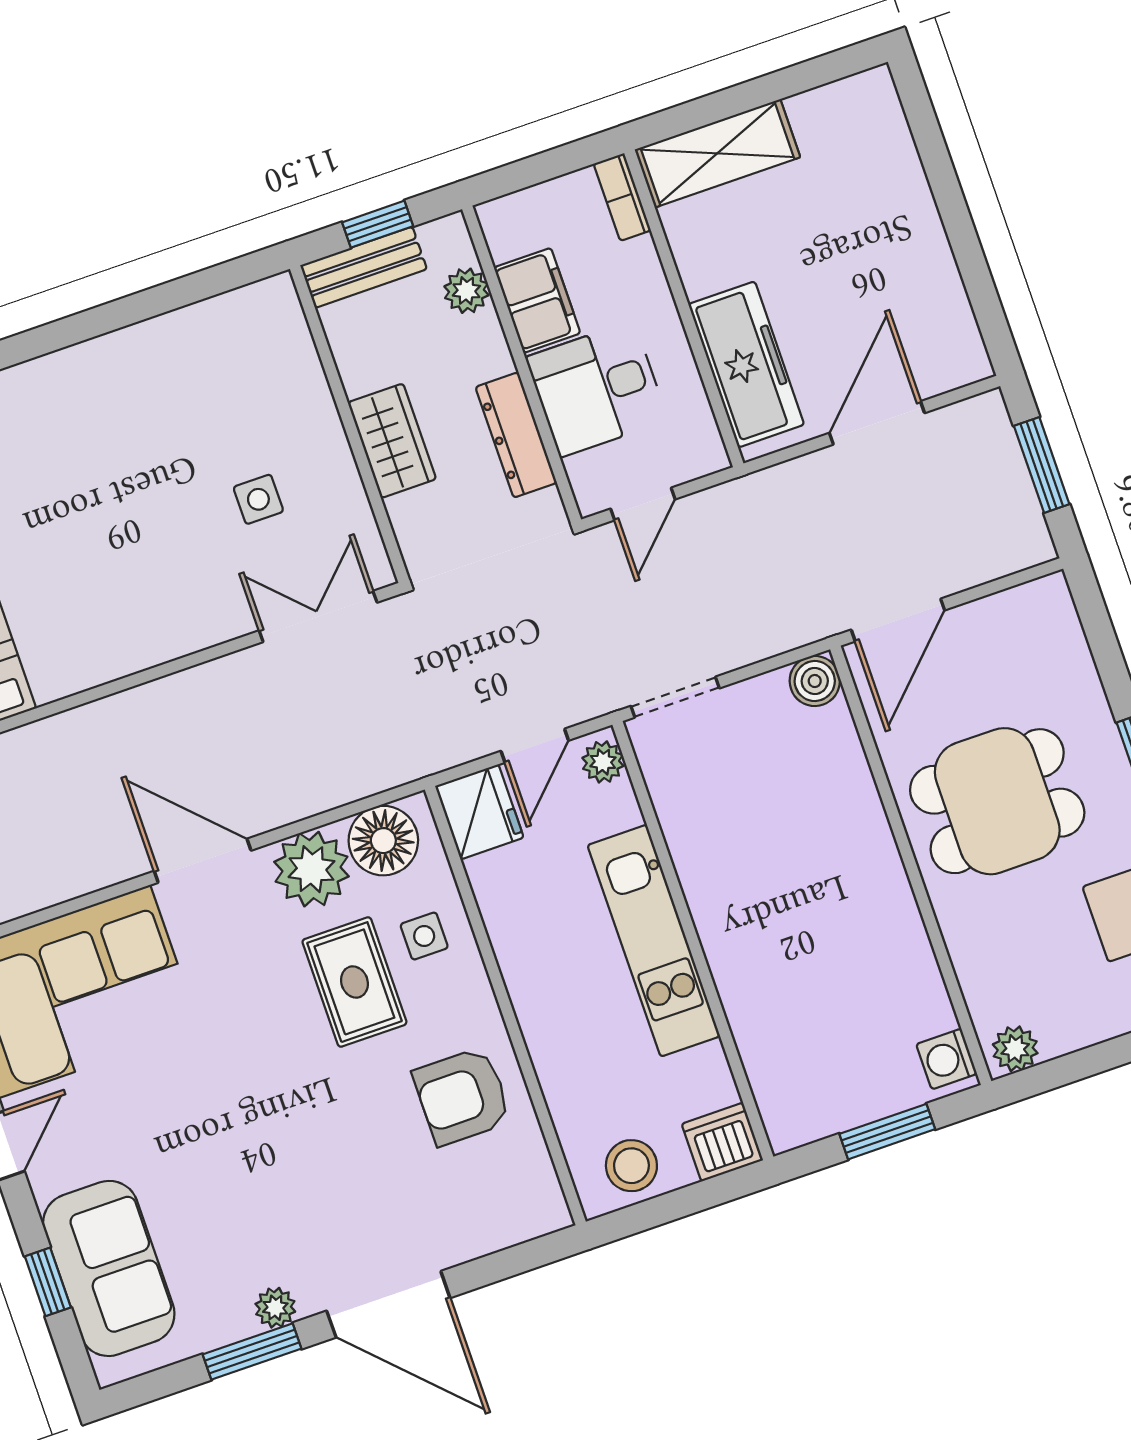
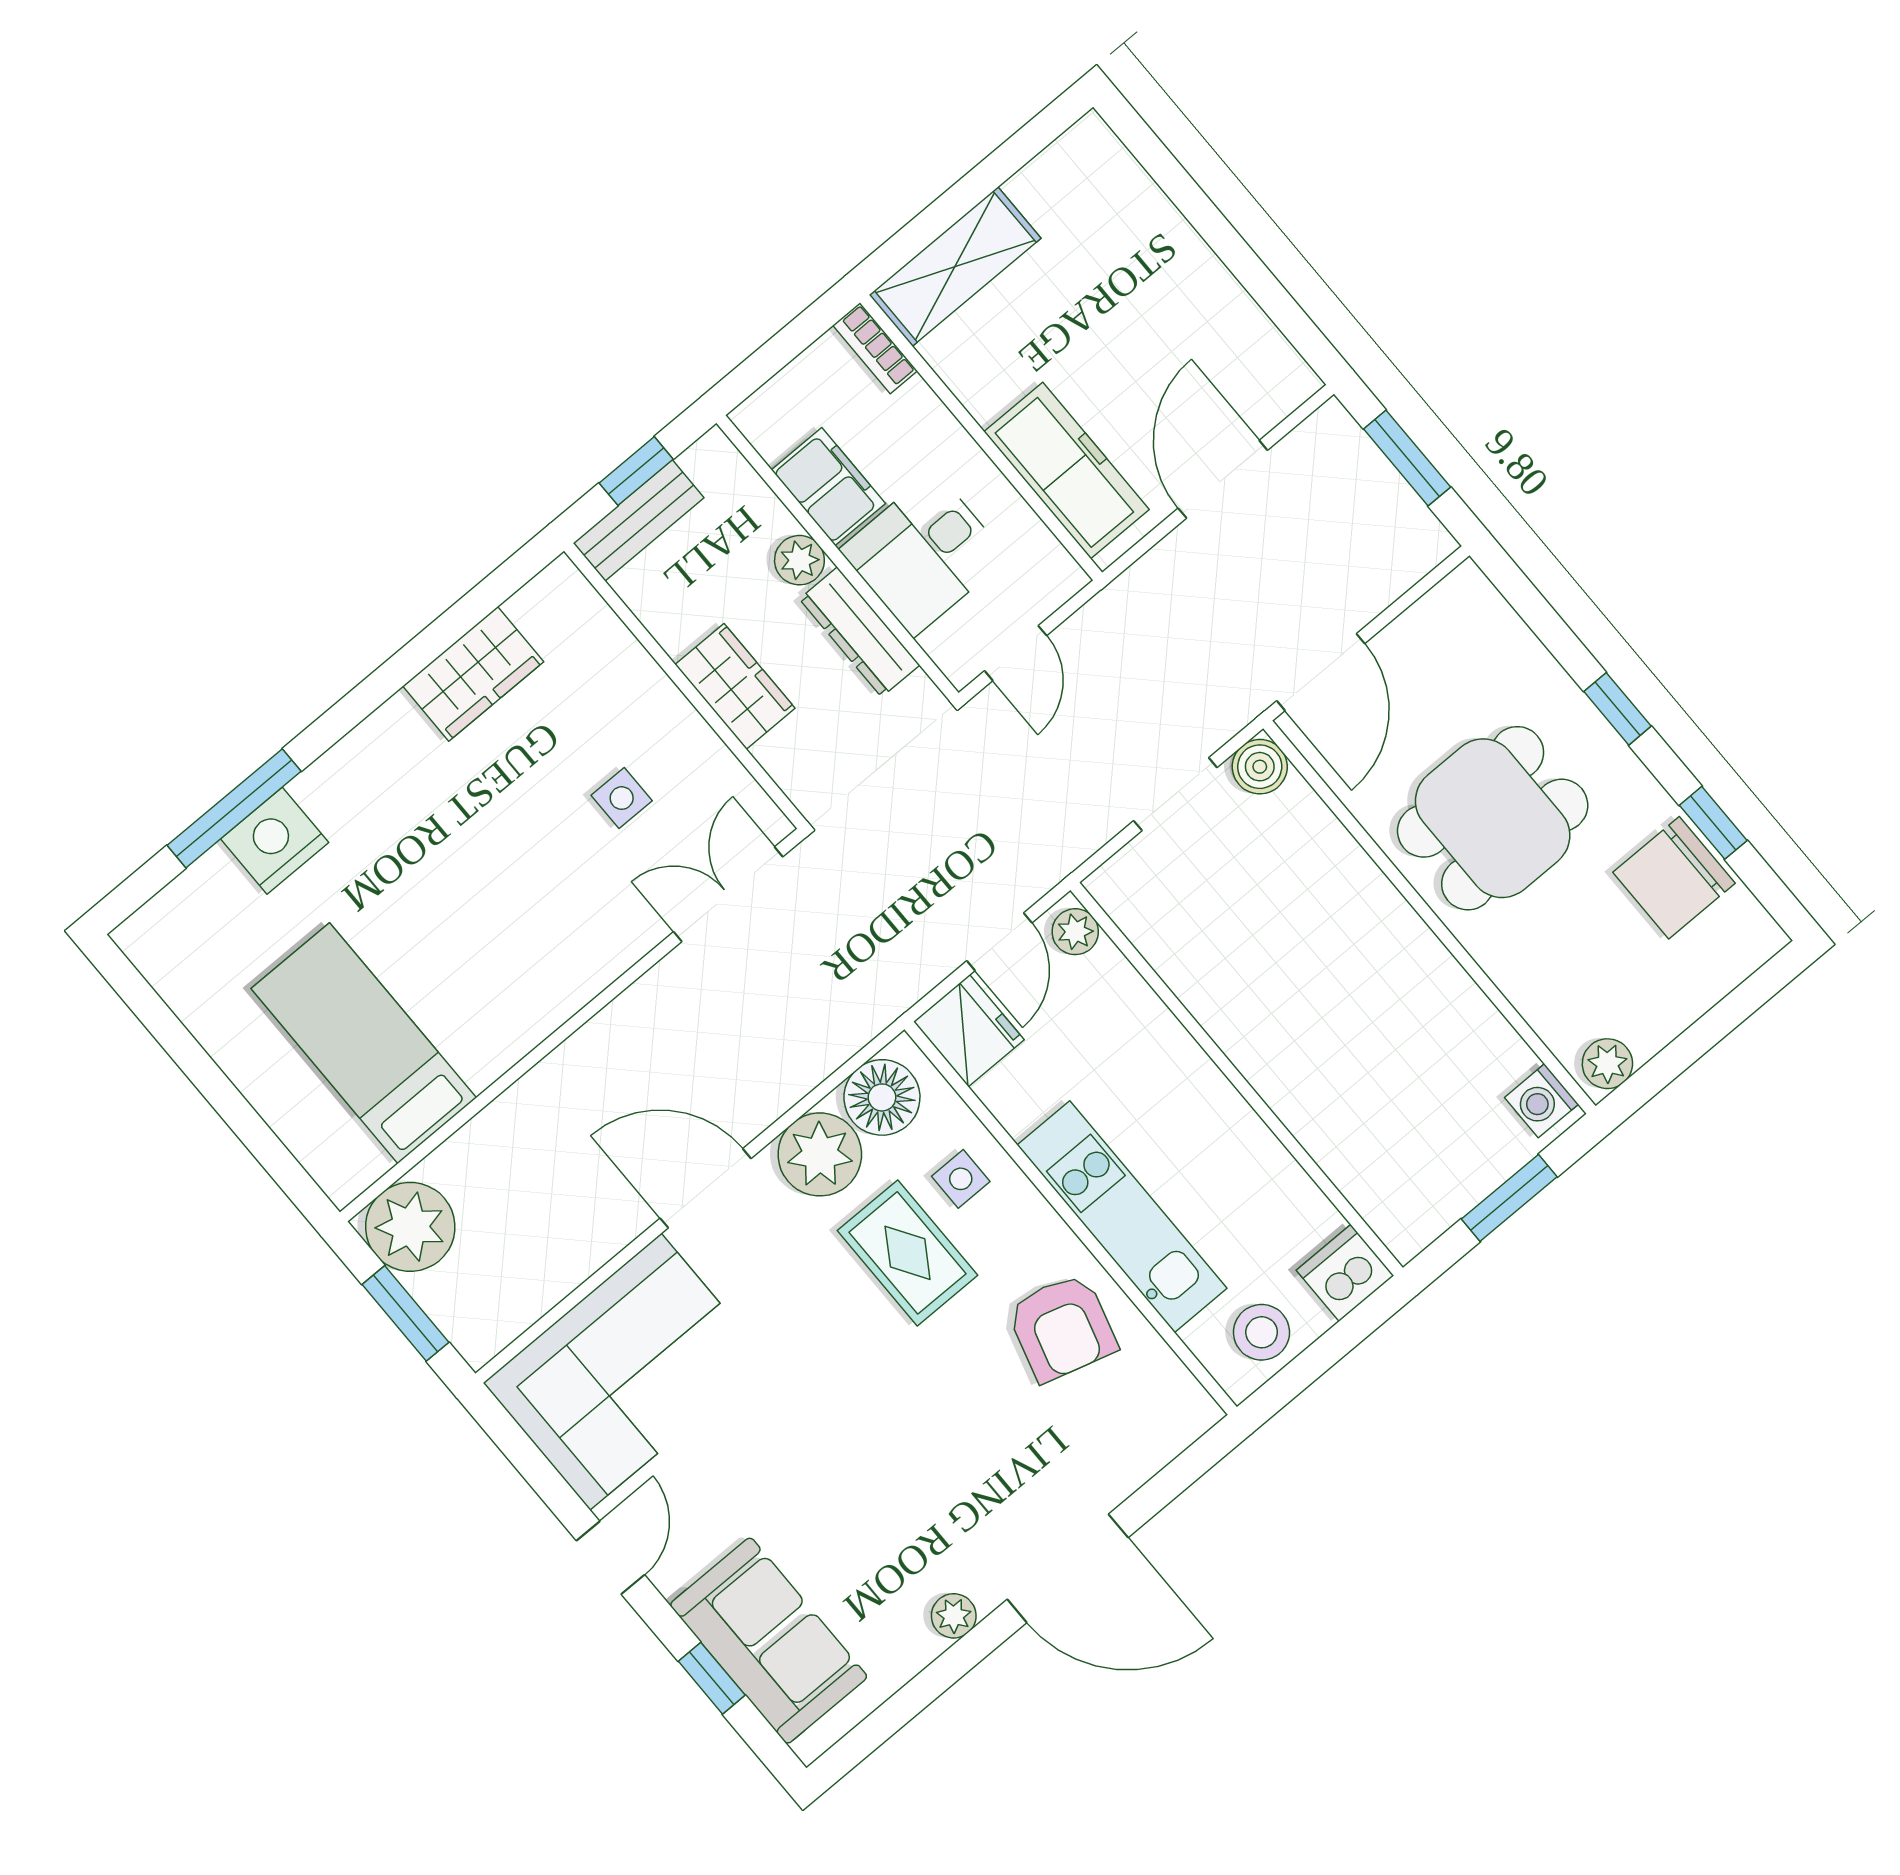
plant: (466, 291) -> (799, 560), moved
wardrobe: (172, 344) -> (473, 674), added
doorway: (675, 697) -> (1175, 794), moved
kitchen unit: (654, 941) -> (1122, 1217), moved, turned 180
armchair: (462, 1096) -> (1062, 1327), turned -74
window: (252, 1351) -> (947, 1670), removed

